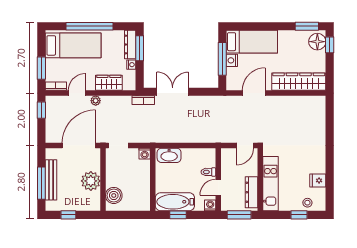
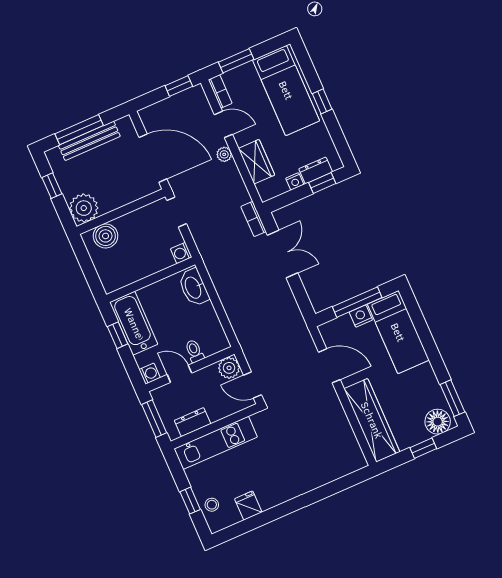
window: (89, 26) -> (322, 101), width x0.32
dresser: (130, 44) -> (316, 170), width x0.70
window: (330, 45) -> (423, 448), moved
window: (140, 48) -> (322, 183), width x0.67
plant: (228, 155) -> (229, 368), added
plant: (91, 181) -> (84, 208), moved
dresser: (252, 192) -> (193, 422), width x0.70

